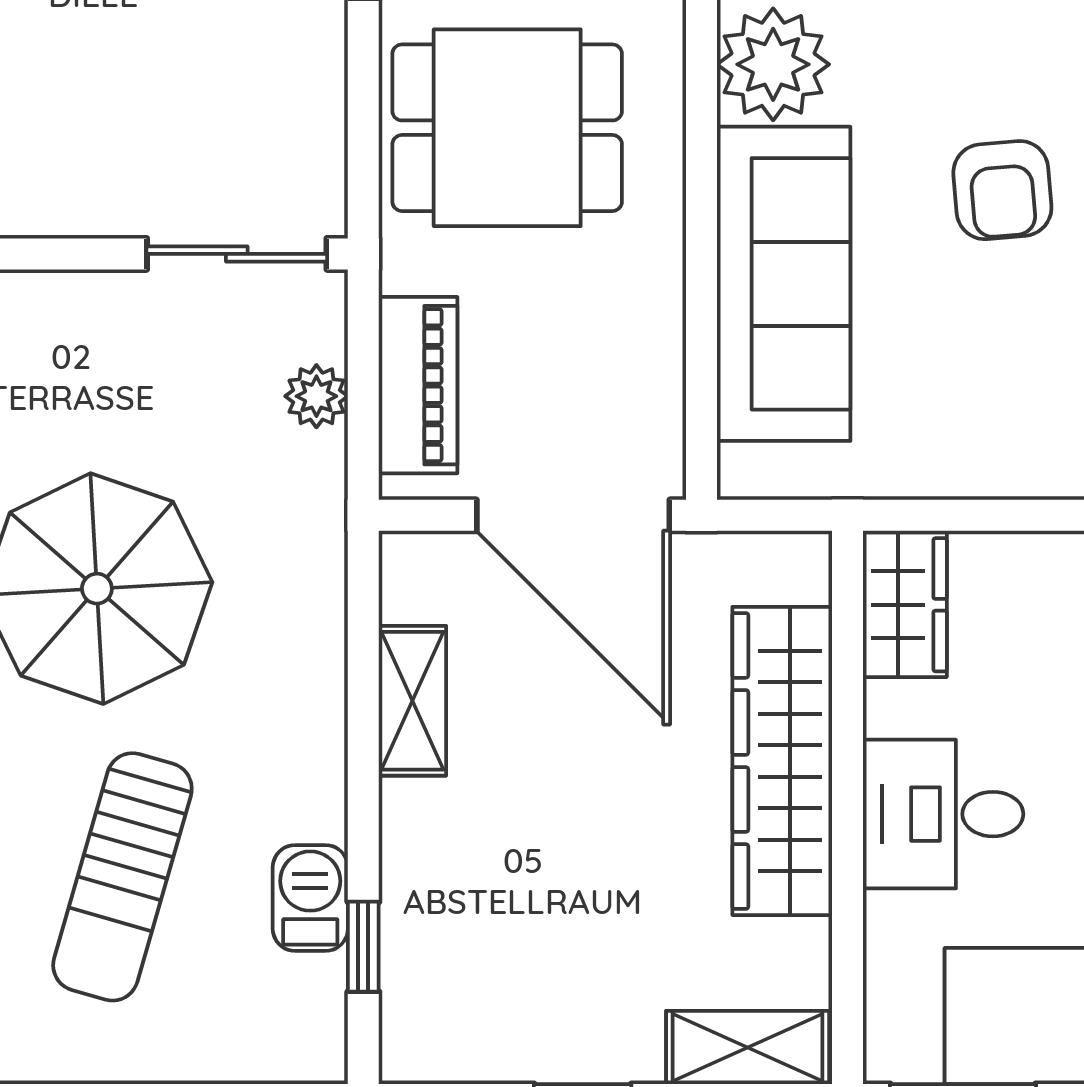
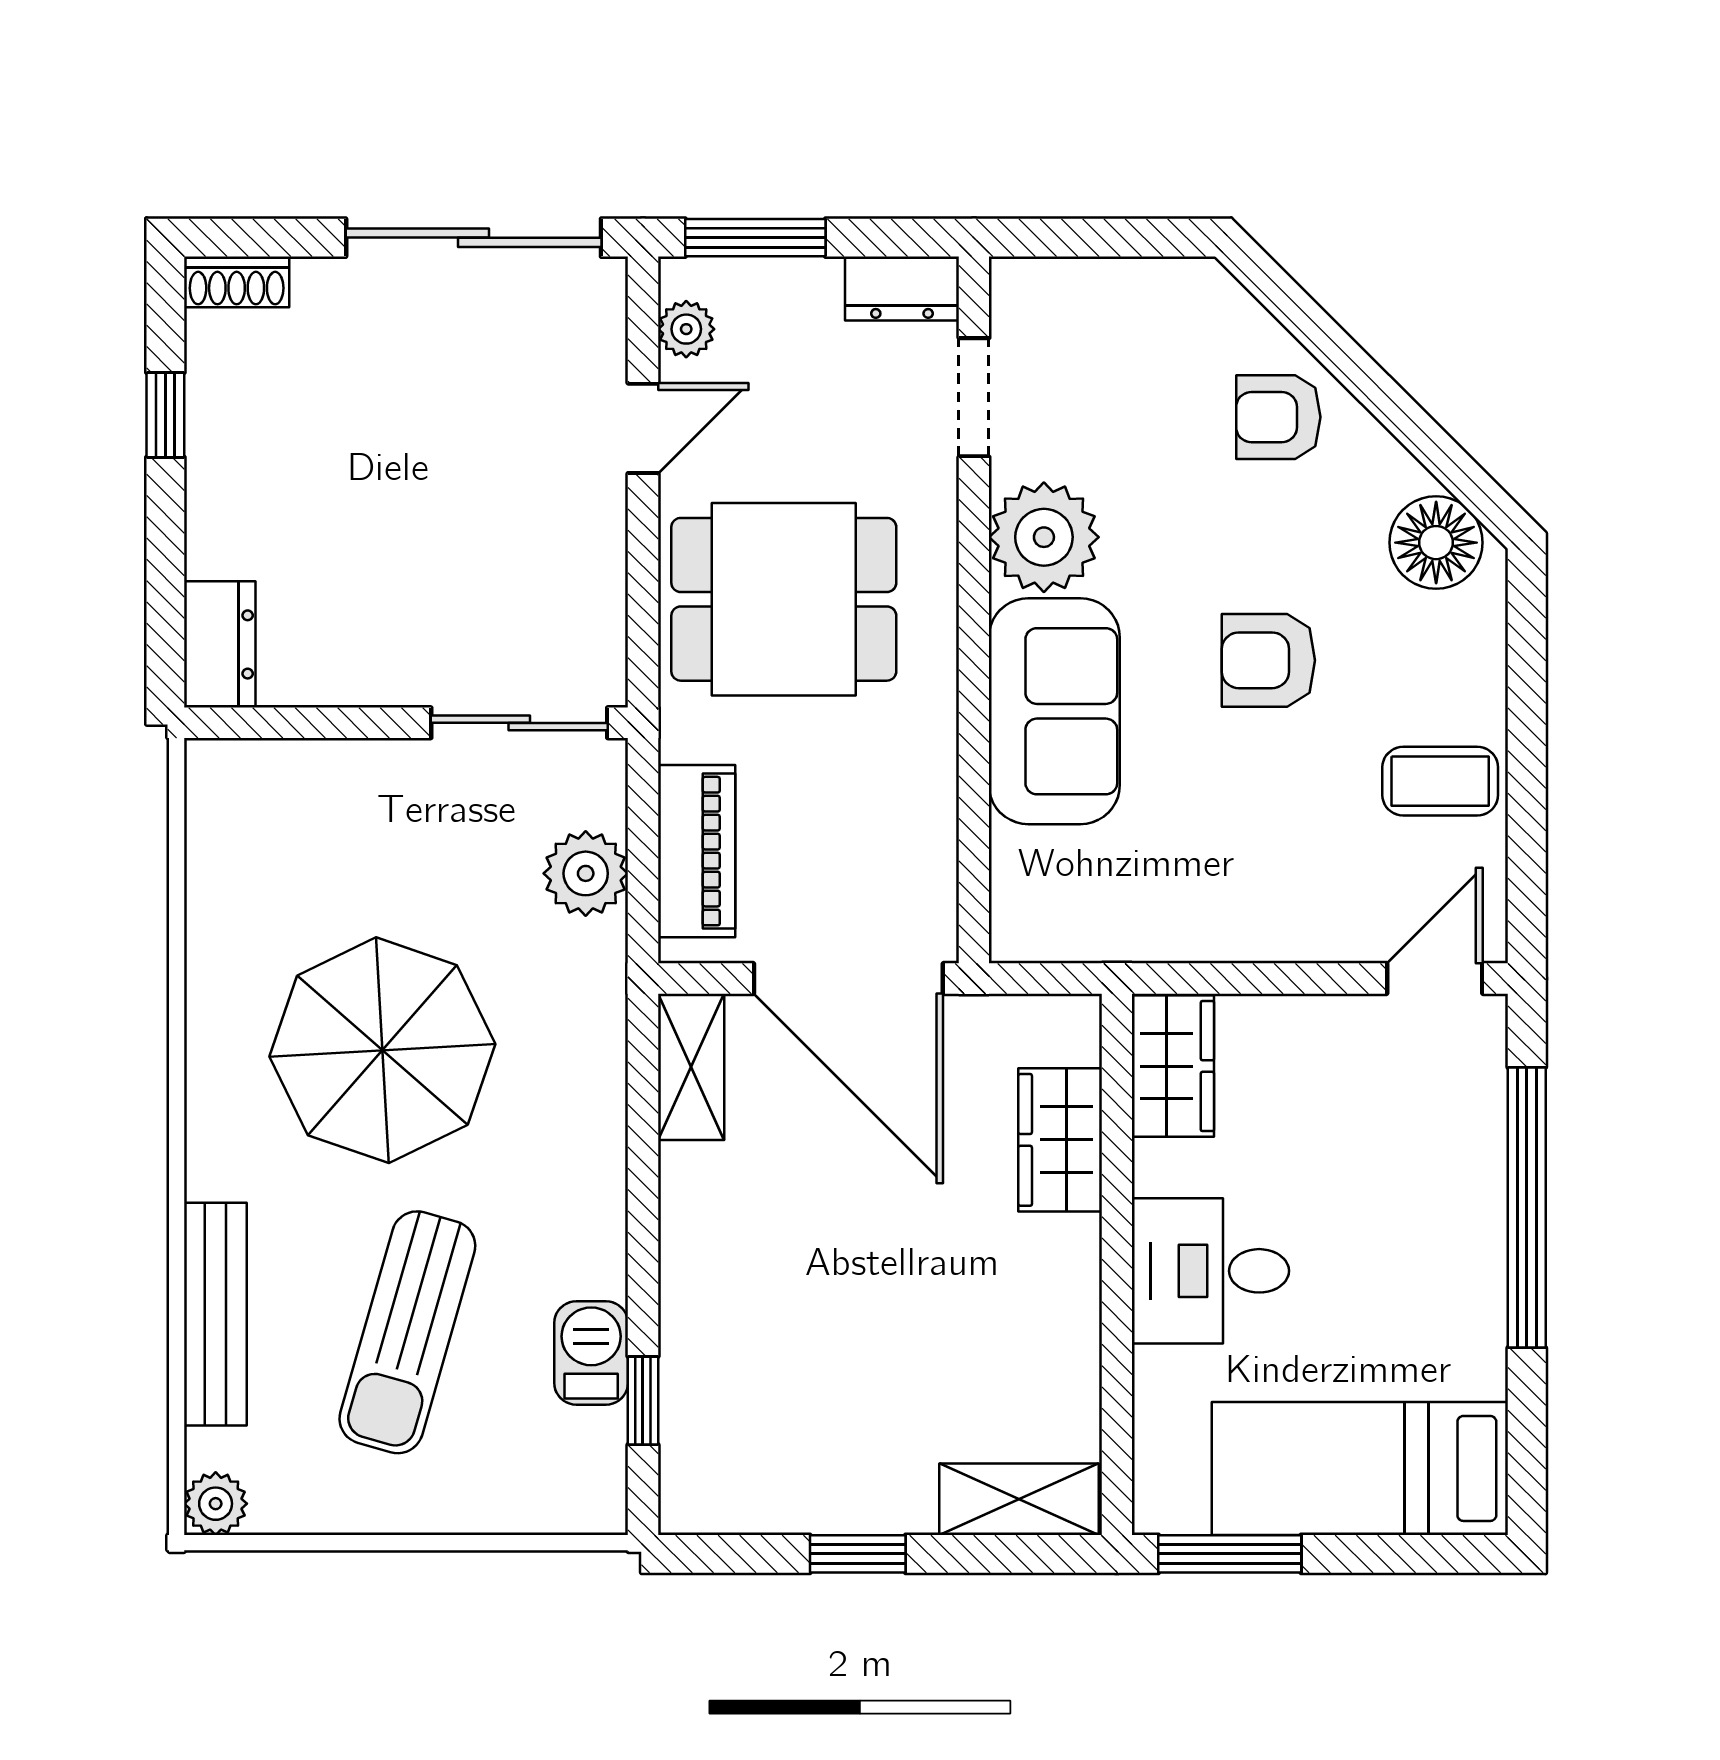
armchair: (1002, 190) -> (1268, 660), turned 95
sofa: (784, 284) -> (1054, 711), width x0.73
plant: (316, 396) -> (586, 873), width x1.38, depth x1.38
shelving: (412, 701) -> (691, 1067), moved
wardrobe: (782, 761) -> (1060, 1140), width x0.48, depth x0.85

